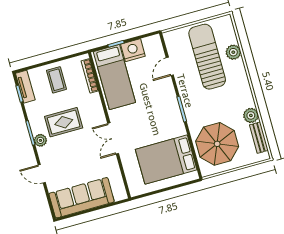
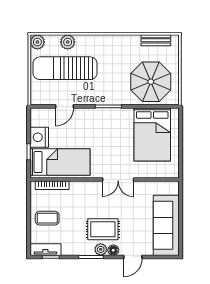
door: (170, 66) -> (64, 106), hinge flipped
plant: (251, 115) -> (37, 42), moved
rug: (64, 122) -> (103, 229), moved, turned 90
floor lamp: (43, 153) -> (113, 250), added

